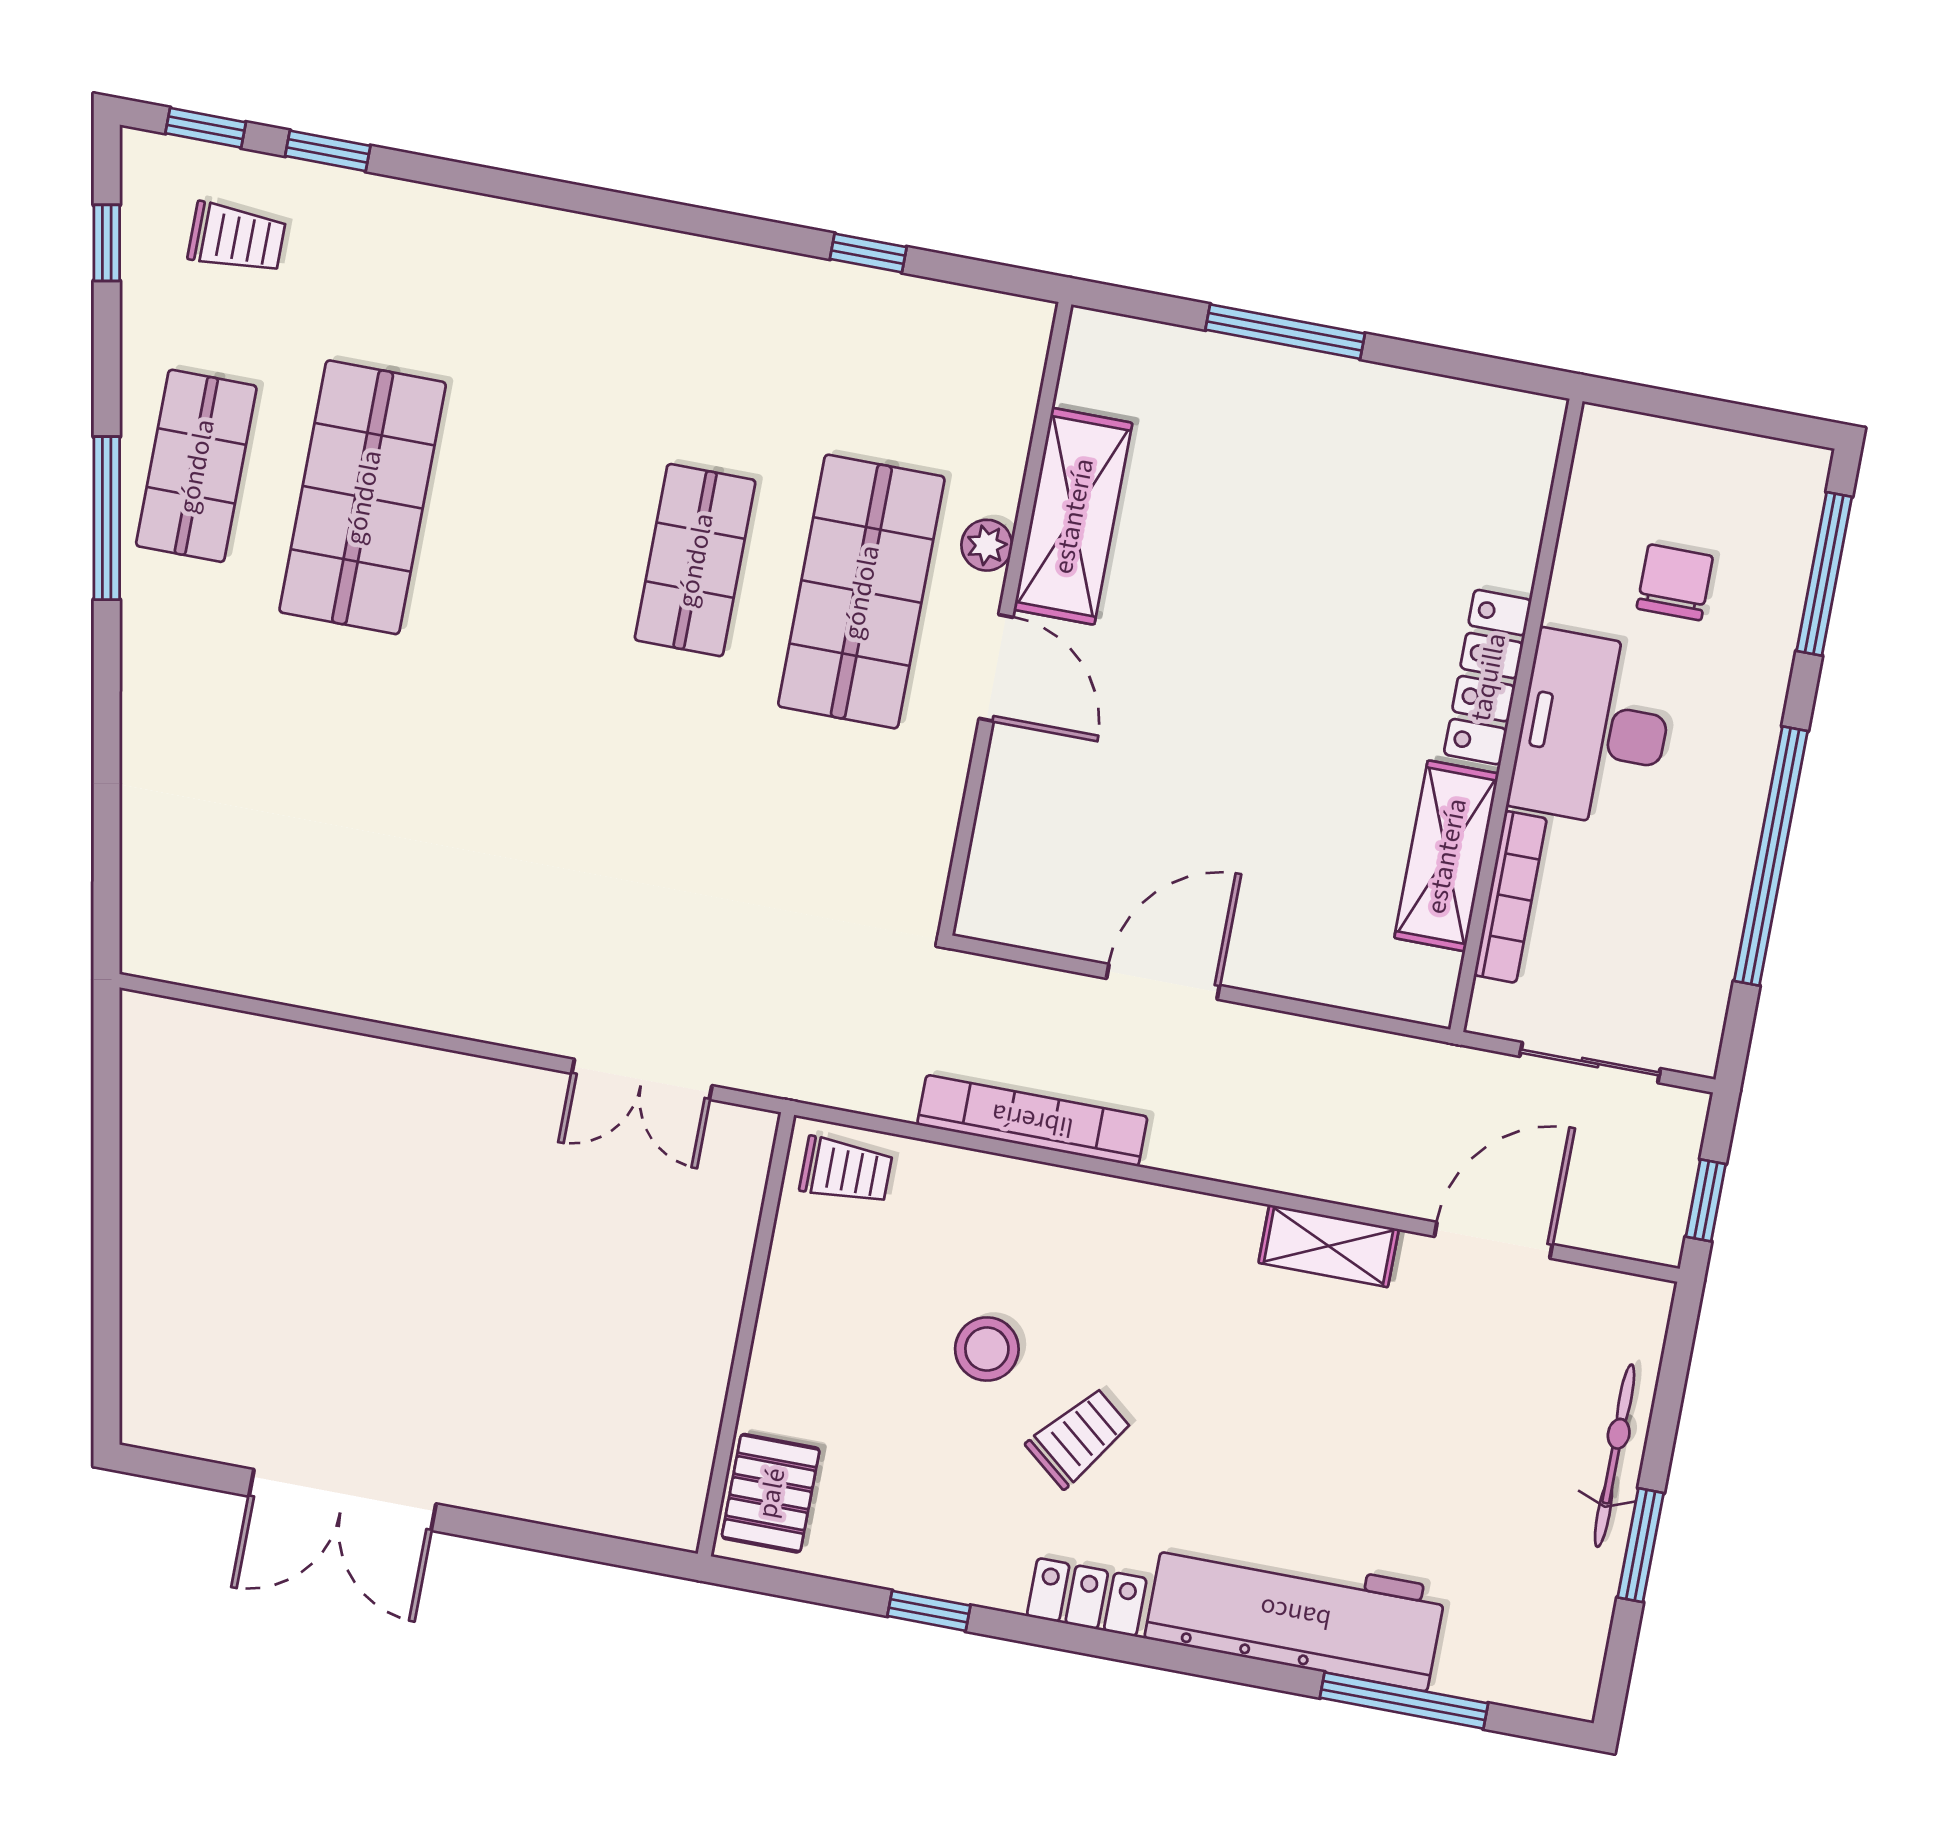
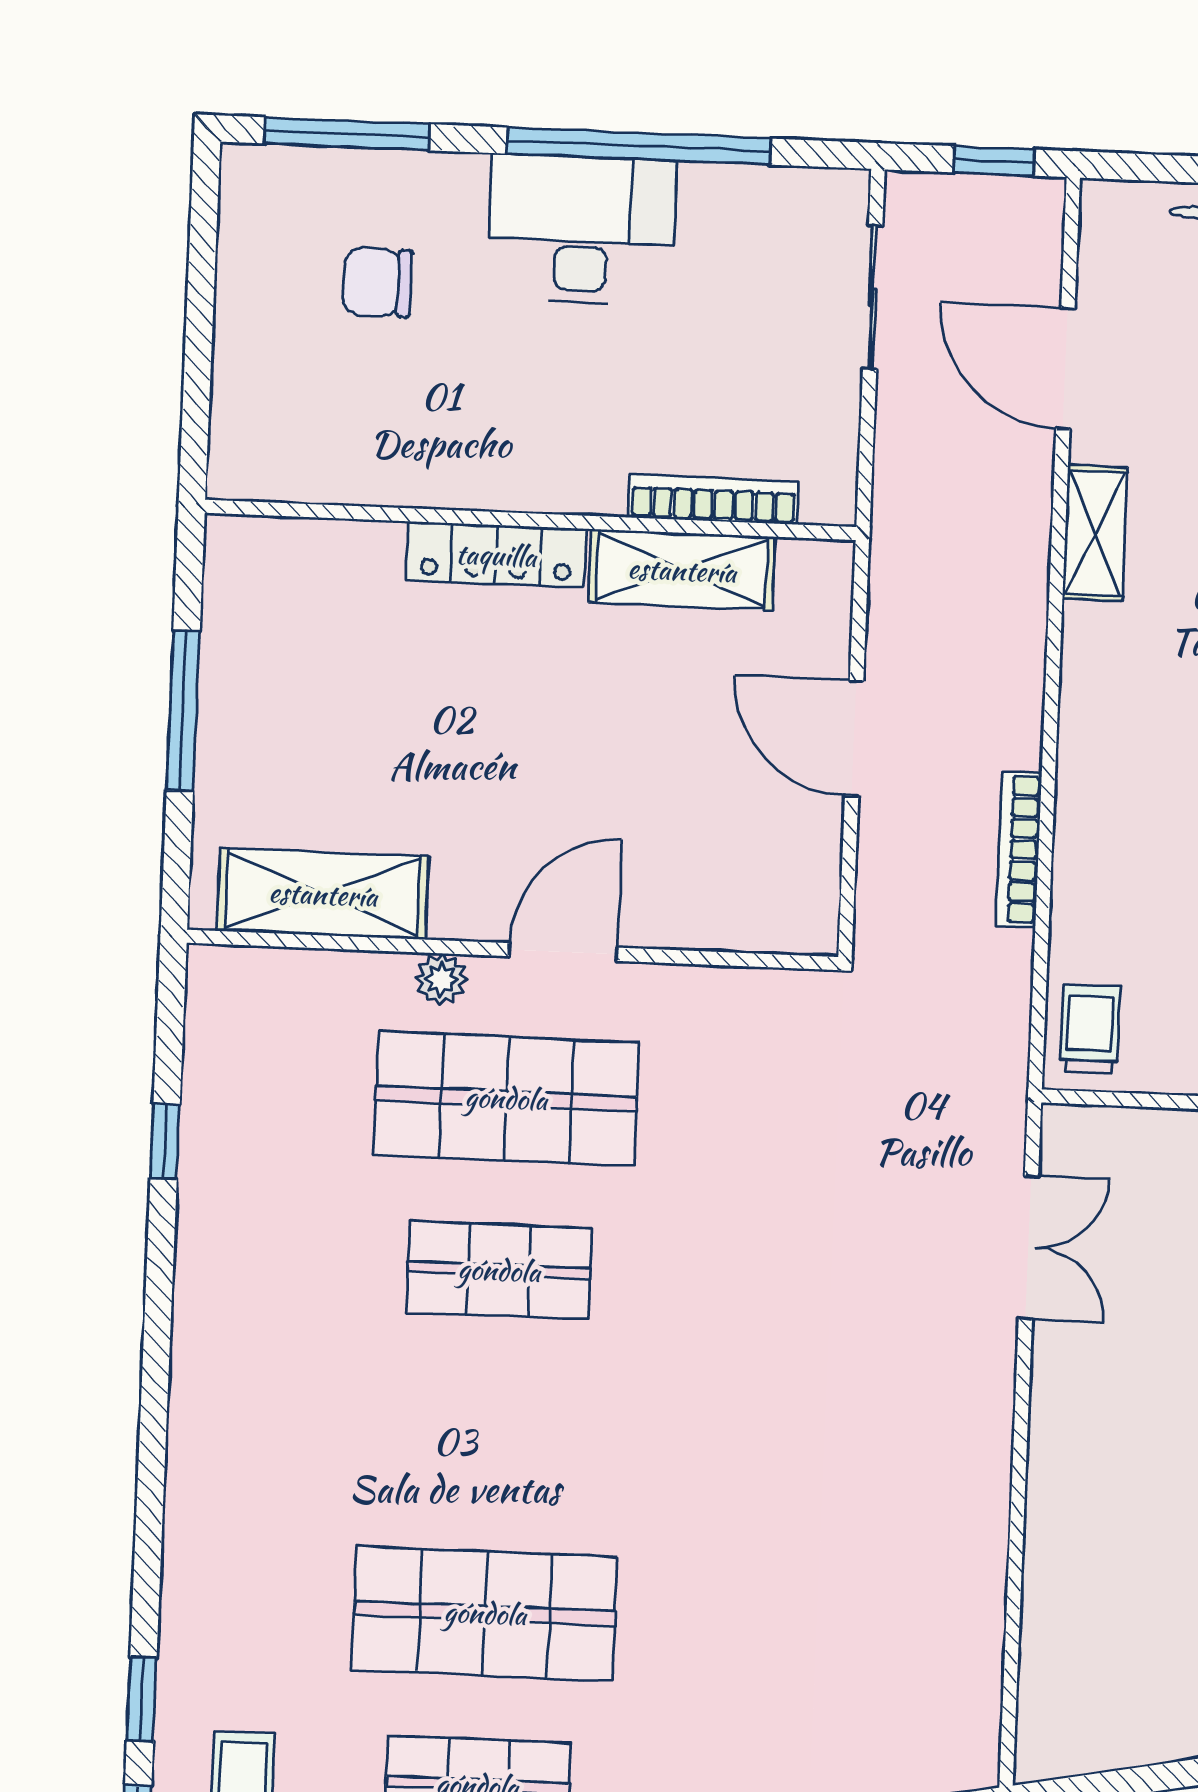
shelving: (1073, 516) -> (323, 894), moved
locker: (1488, 677) -> (496, 555), moved
wall: (1516, 715) -> (530, 520), moved
desk: (1593, 729) -> (582, 229), moved, turned 180
shelving: (1446, 856) -> (682, 570), moved
bookcase: (1510, 897) -> (714, 499), moved
bookcase: (1032, 1121) -> (1019, 849), width x0.68, depth x0.76

